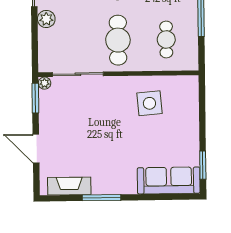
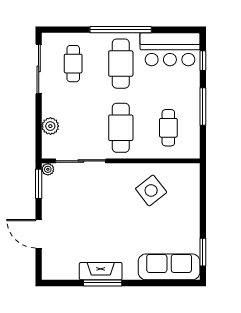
plant: (46, 19) -> (50, 126), moved
side table: (149, 103) -> (151, 190), turned -33
fireplace: (69, 186) -> (101, 271), moved

